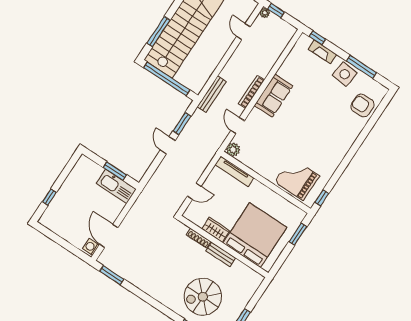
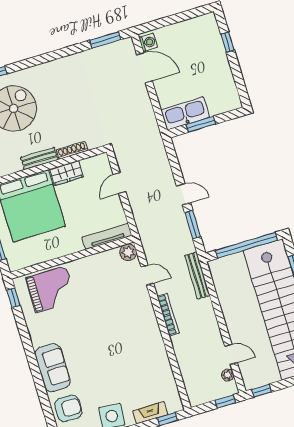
plant: (265, 13) -> (228, 375), moved
sofa: (274, 96) -> (53, 368), moved, turned 180

